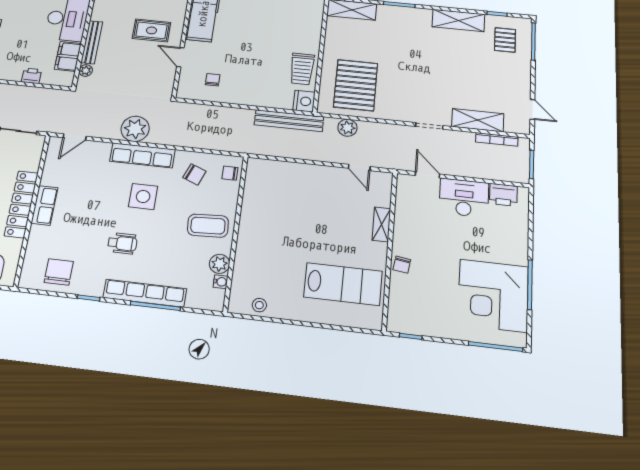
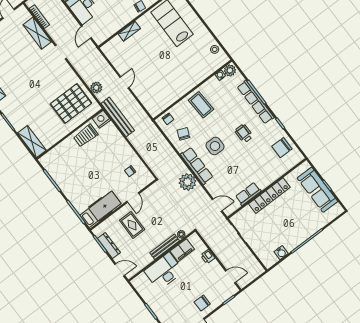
trolley: (302, 69) -> (86, 136), turned 180
door: (359, 167) -> (124, 82), moved
row of seats: (44, 205) -> (248, 194), moved
plant: (219, 264) -> (230, 70), moved

